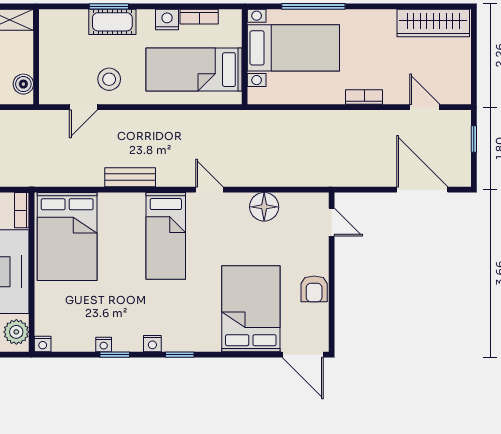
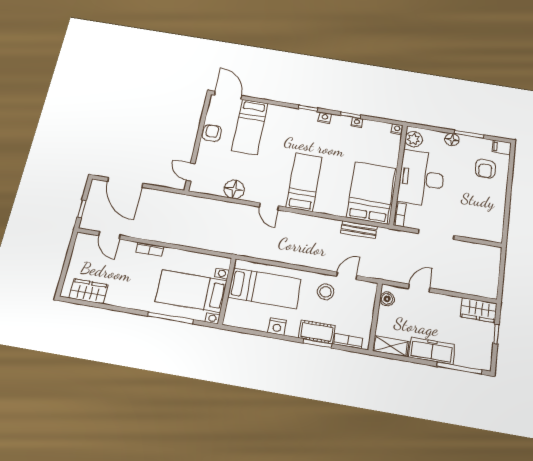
bookcase: (199, 17) -> (348, 341), moved
wardrobe: (433, 23) -> (89, 291), width x0.67
bench: (130, 177) -> (359, 230), moved
bed: (251, 309) -> (250, 127), width x0.67

